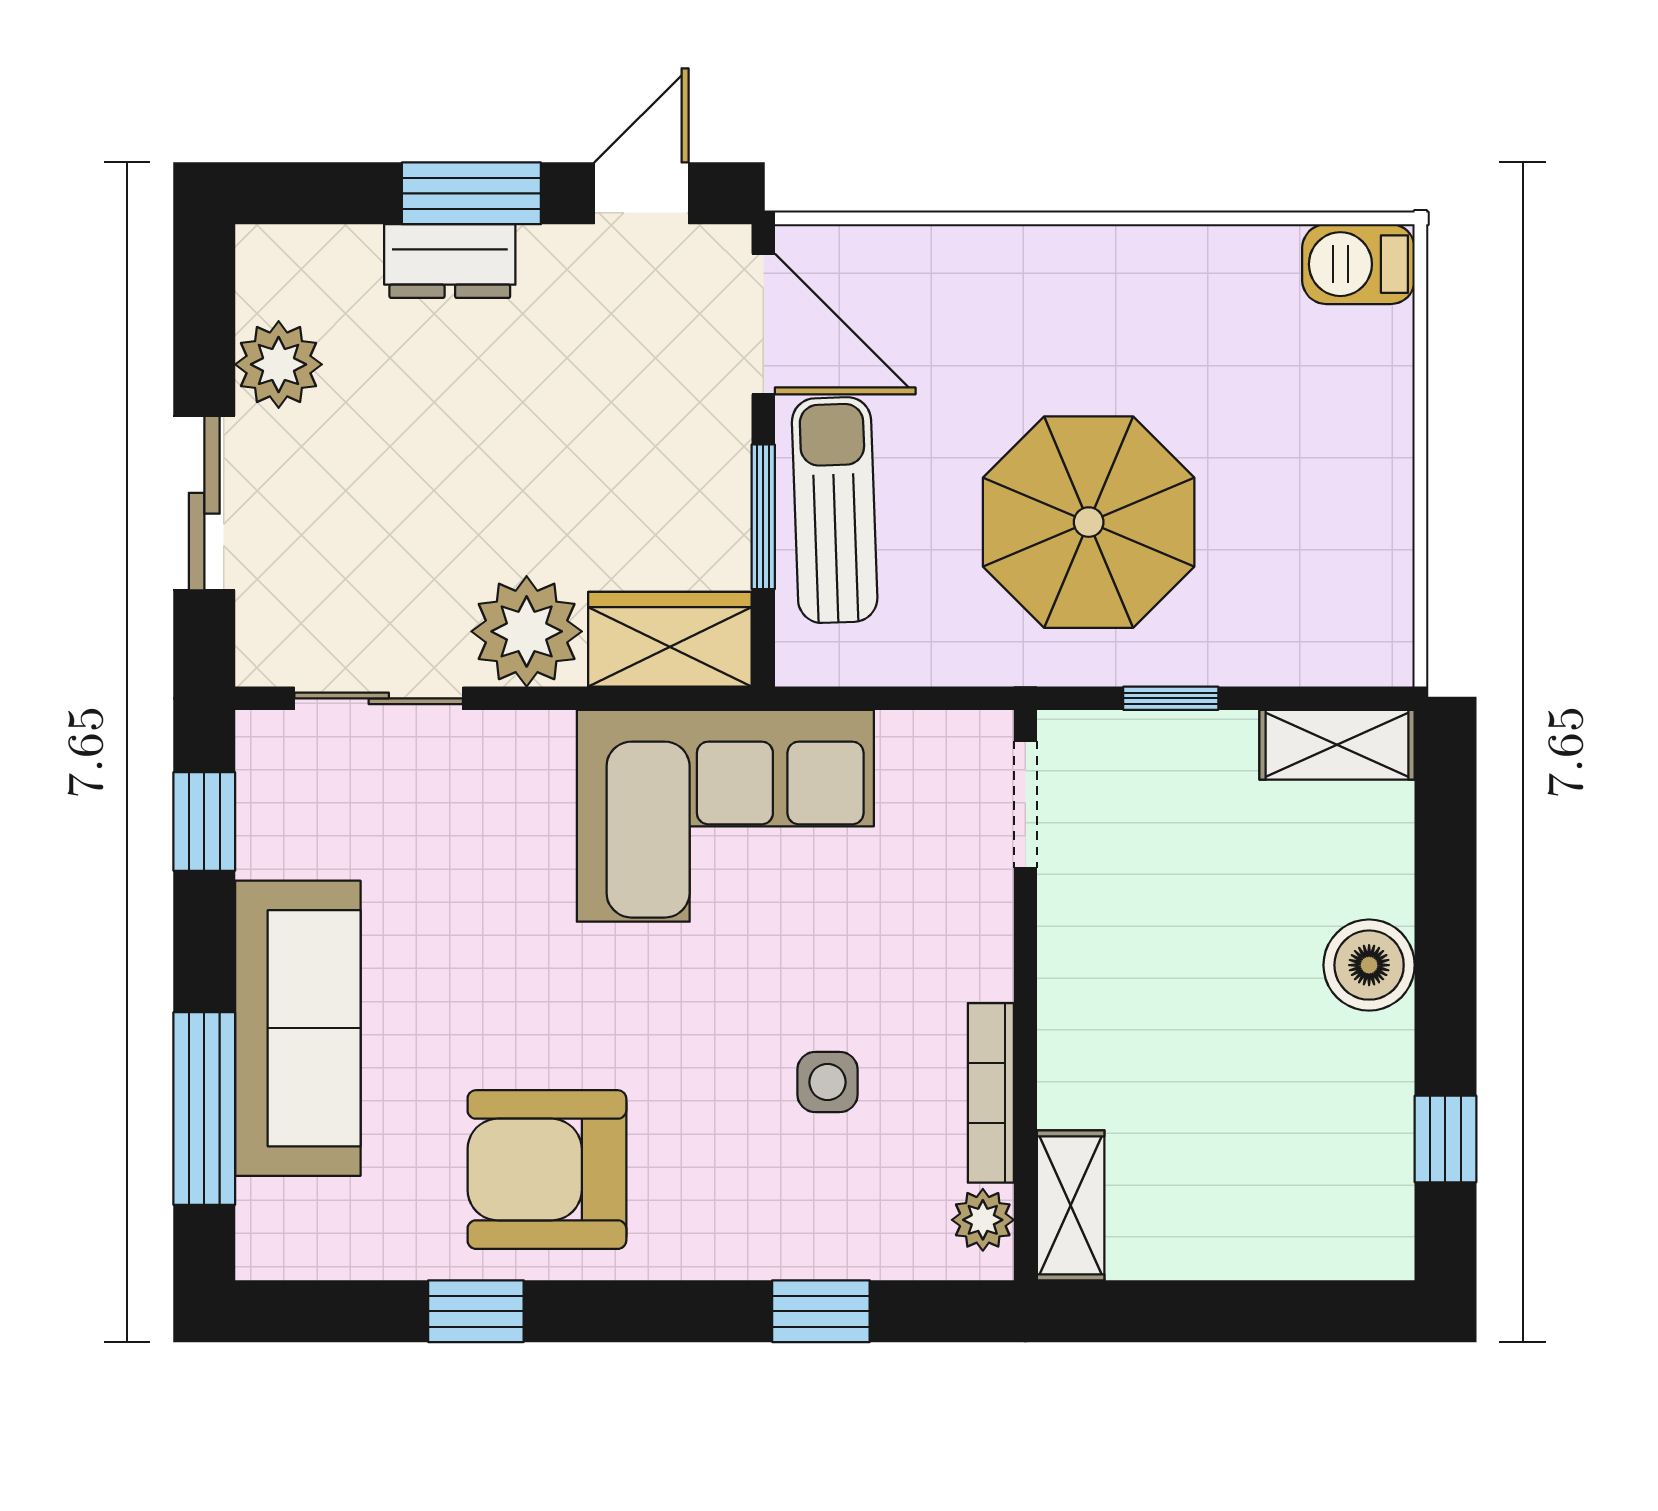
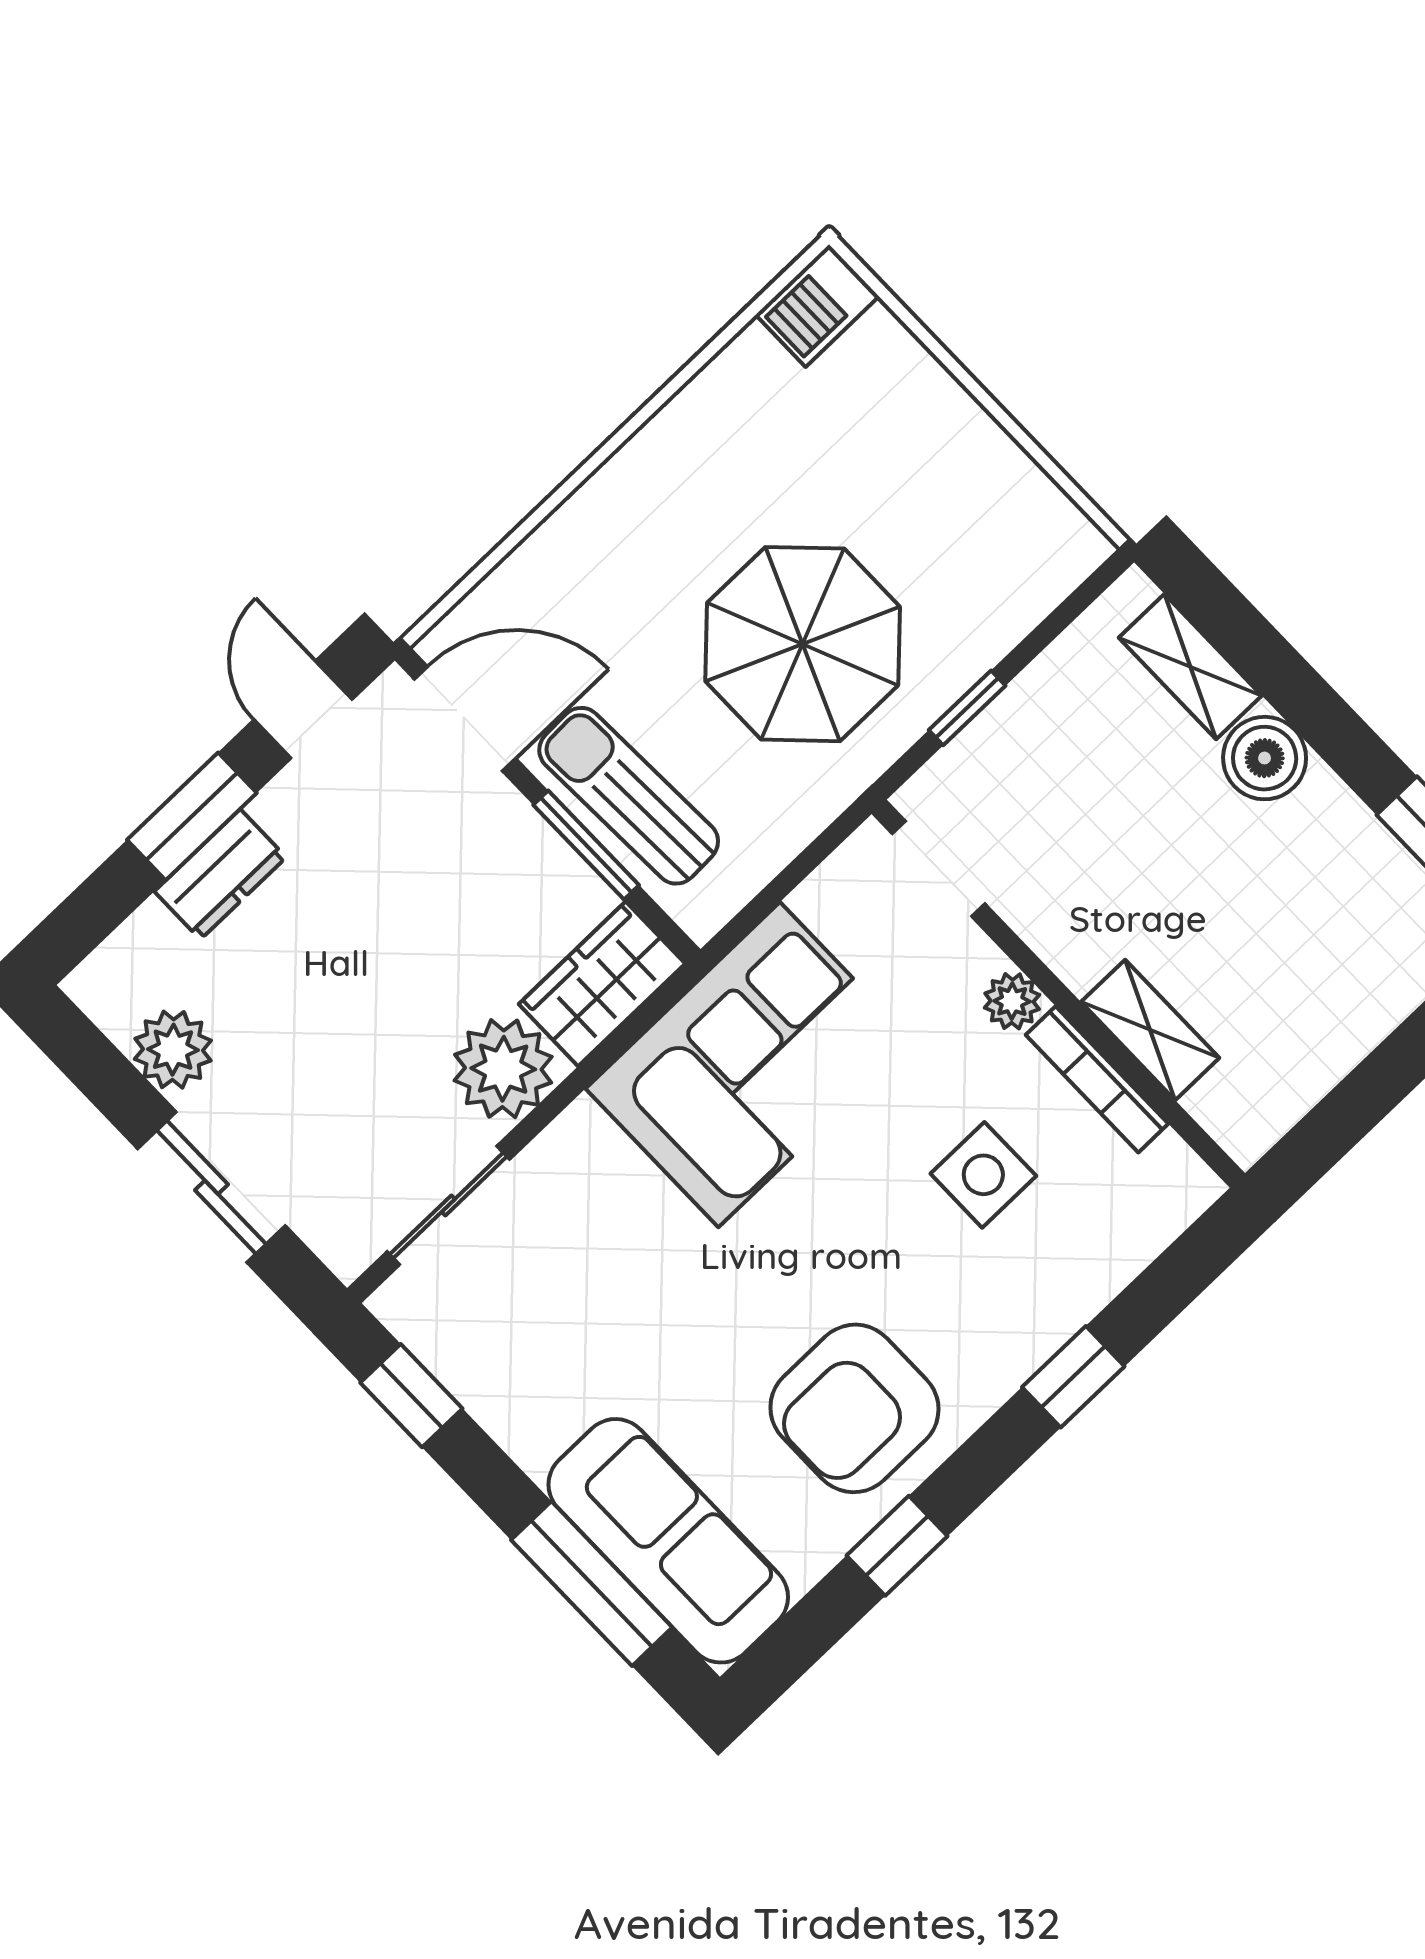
shelving: (1337, 745) -> (1190, 667), moved, turned 90
sofa: (298, 1028) -> (668, 1541), moved
side table: (828, 1082) -> (983, 1175), width x1.37, depth x1.37
shelving: (1071, 1205) -> (1150, 1030), moved
plant: (983, 1220) -> (1012, 1001), moved
window: (821, 1311) -> (1073, 1377), moved

